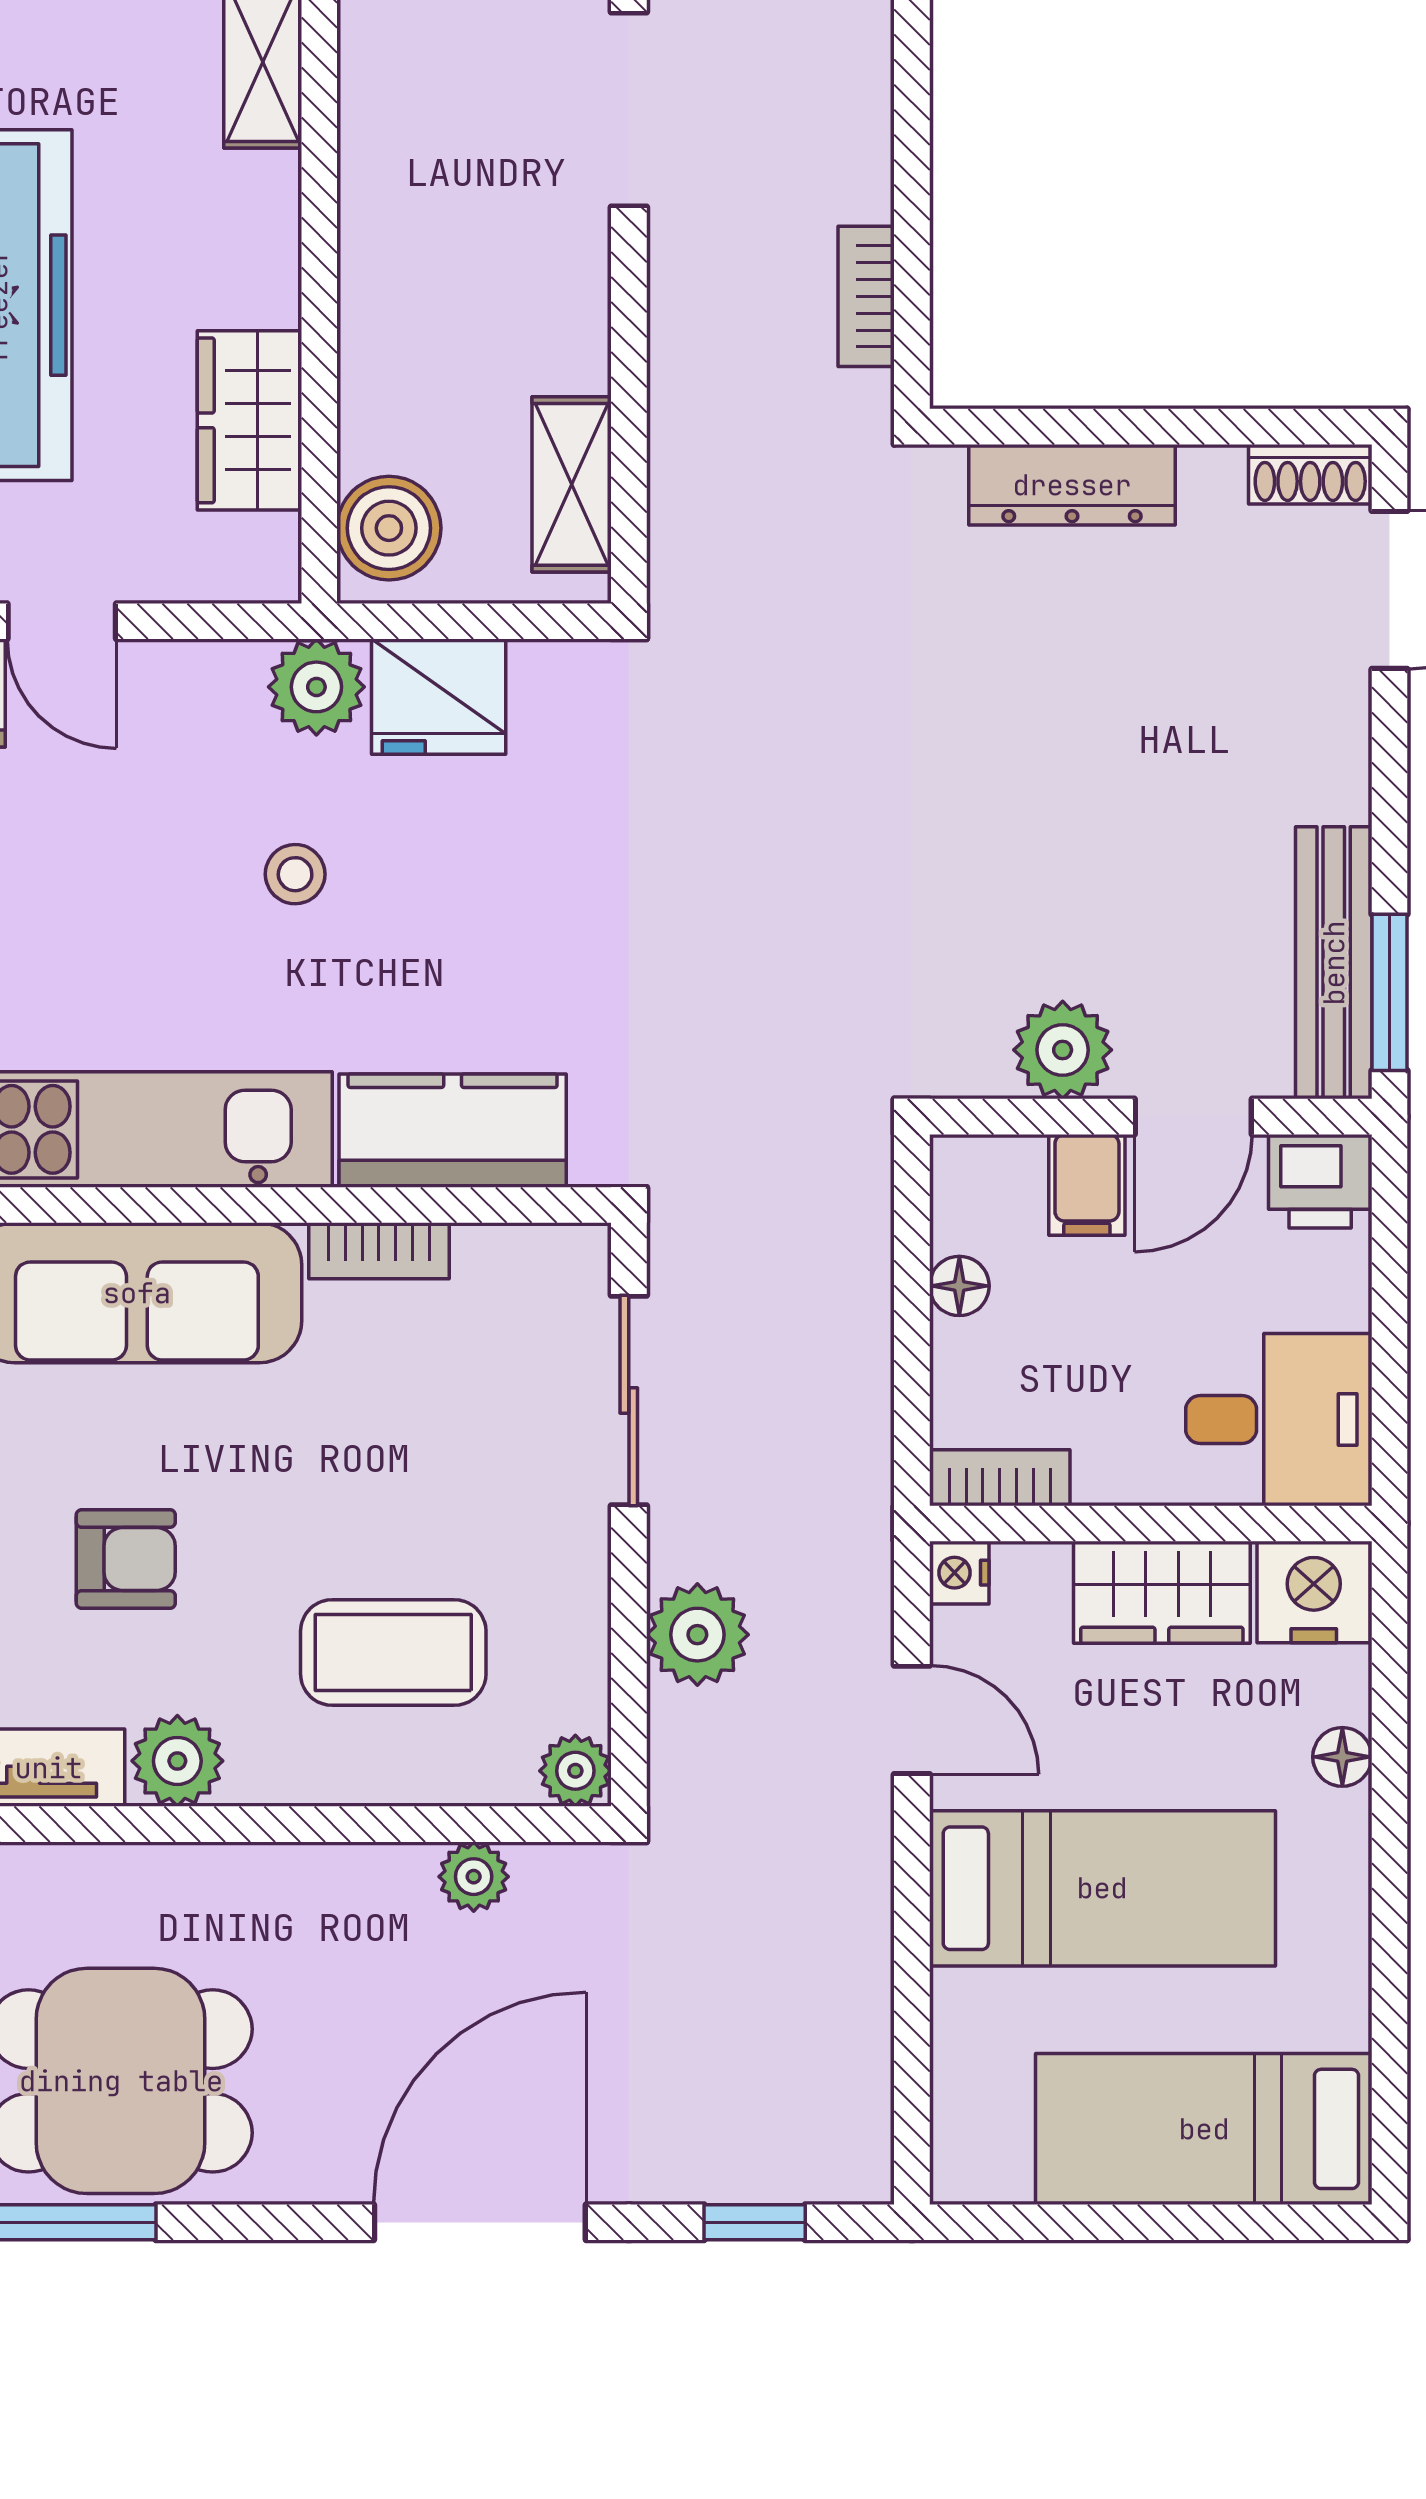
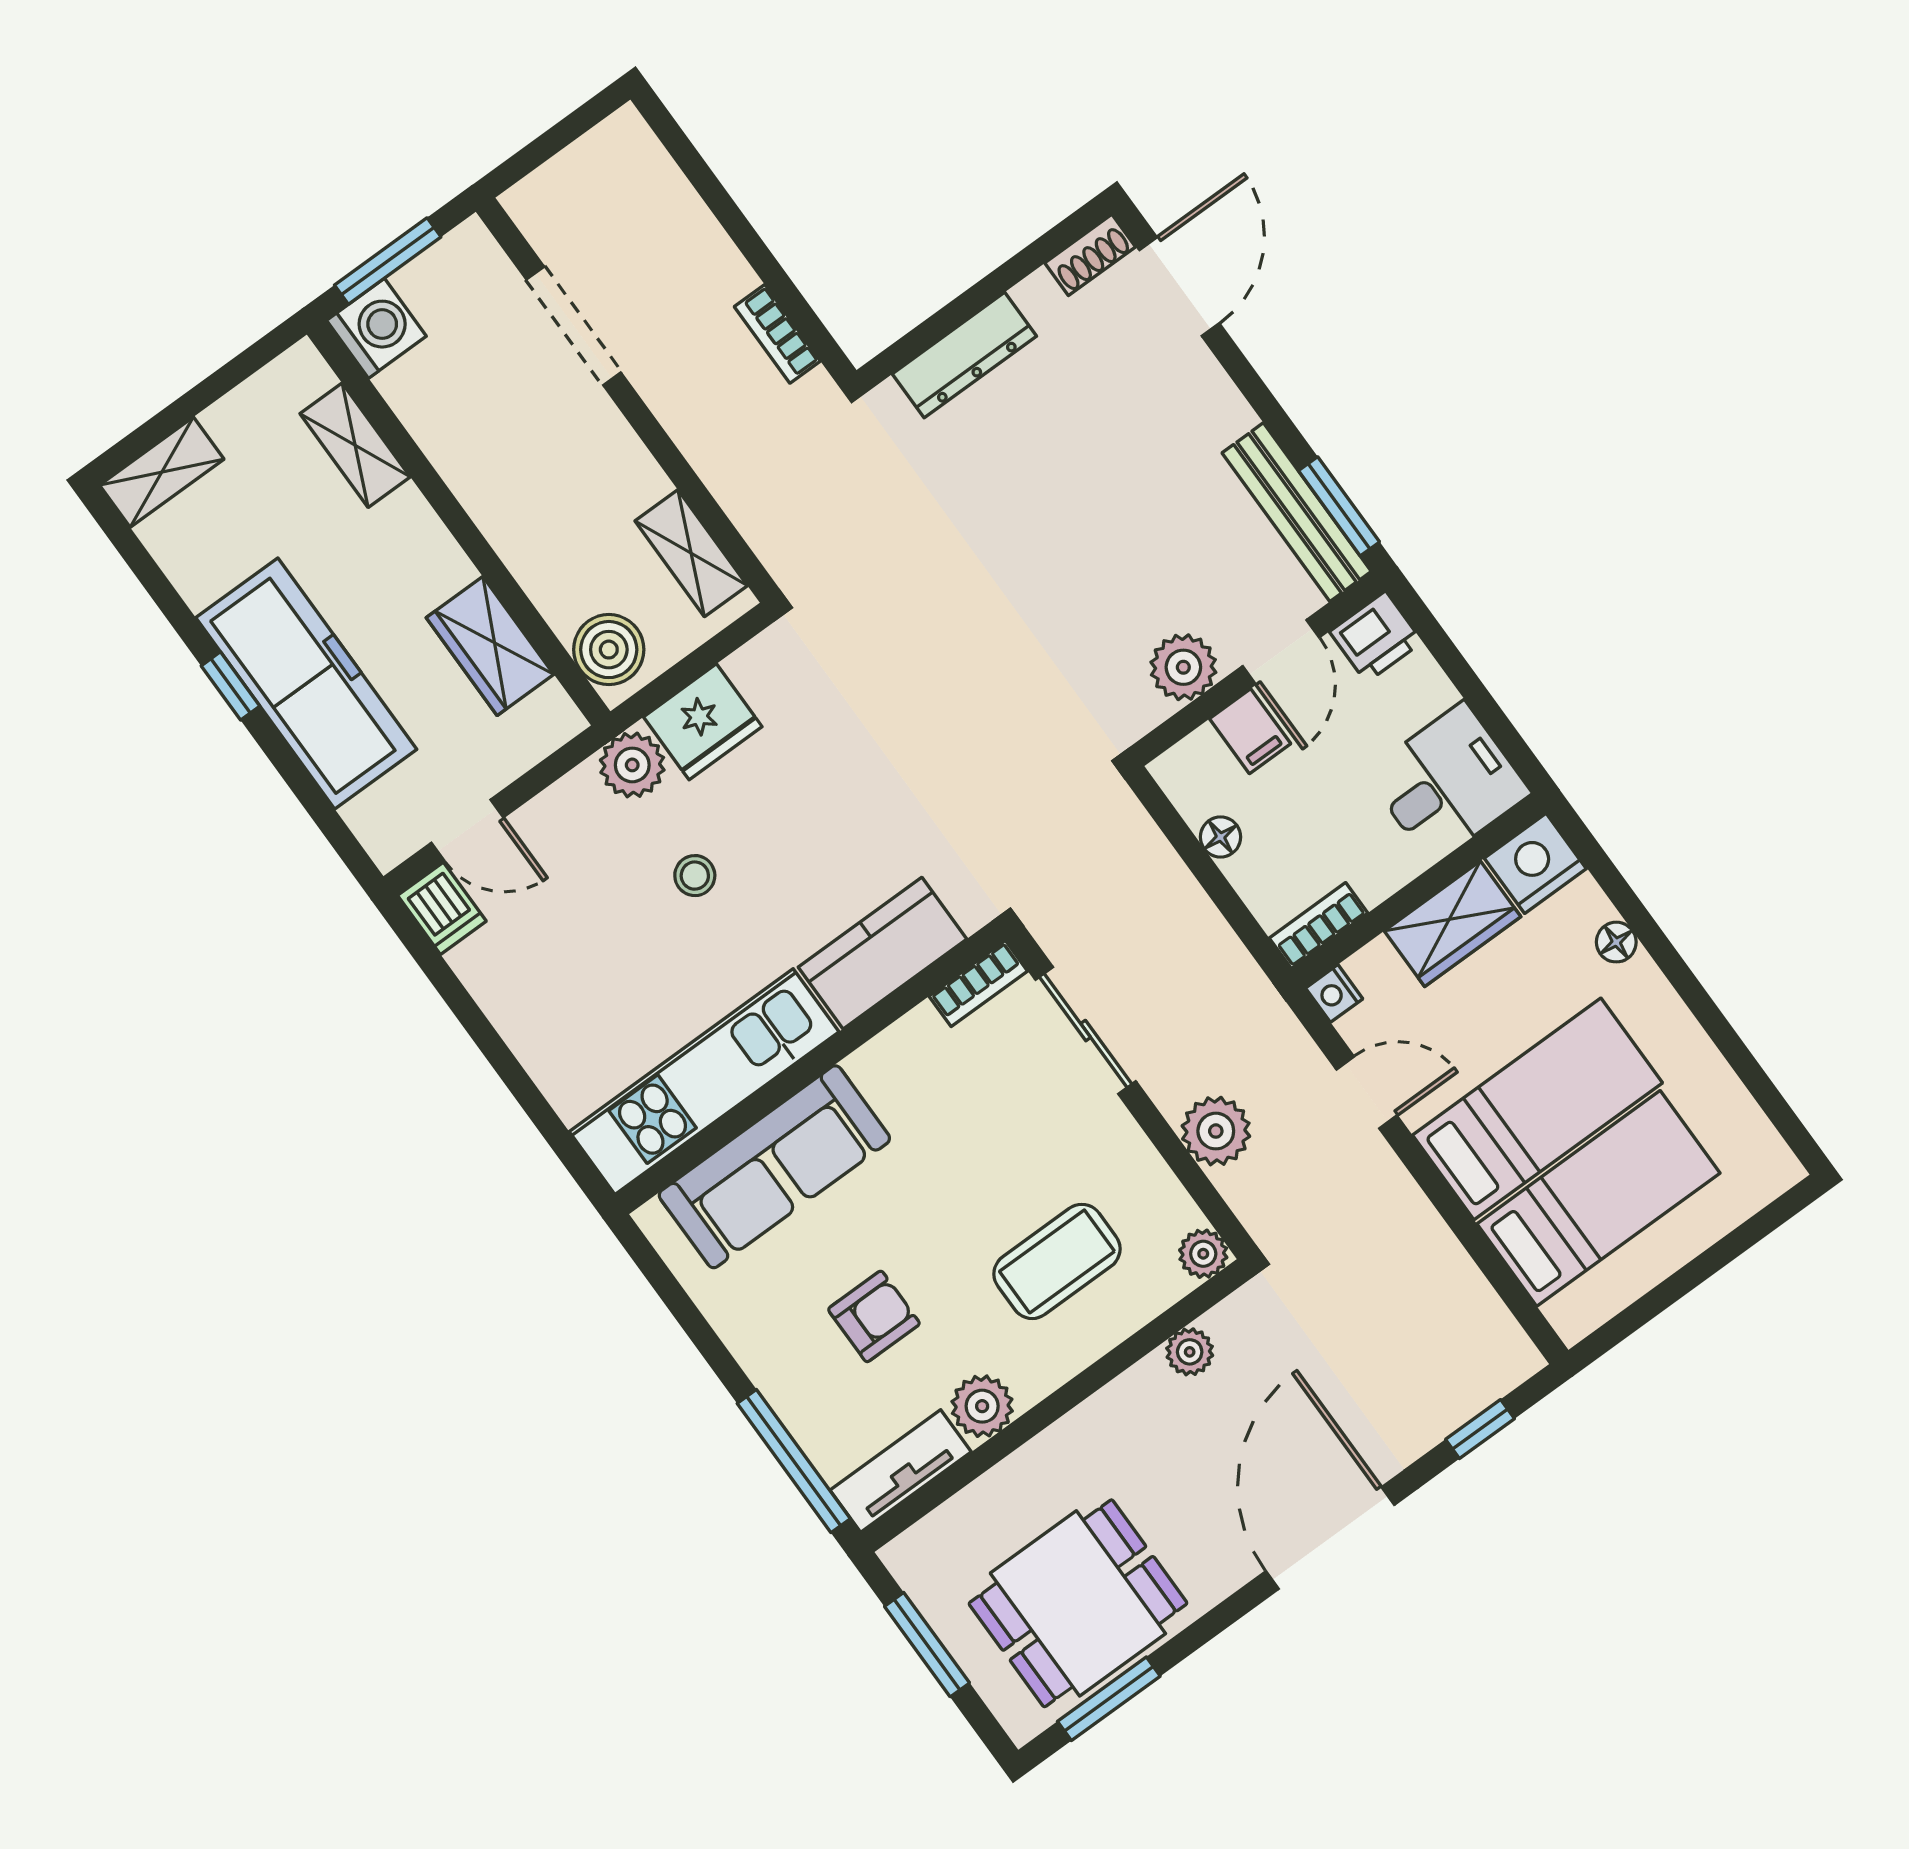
bookcase: (379, 1251) -> (978, 984), moved
bed: (1204, 2129) -> (1598, 1198), moved, turned 180

